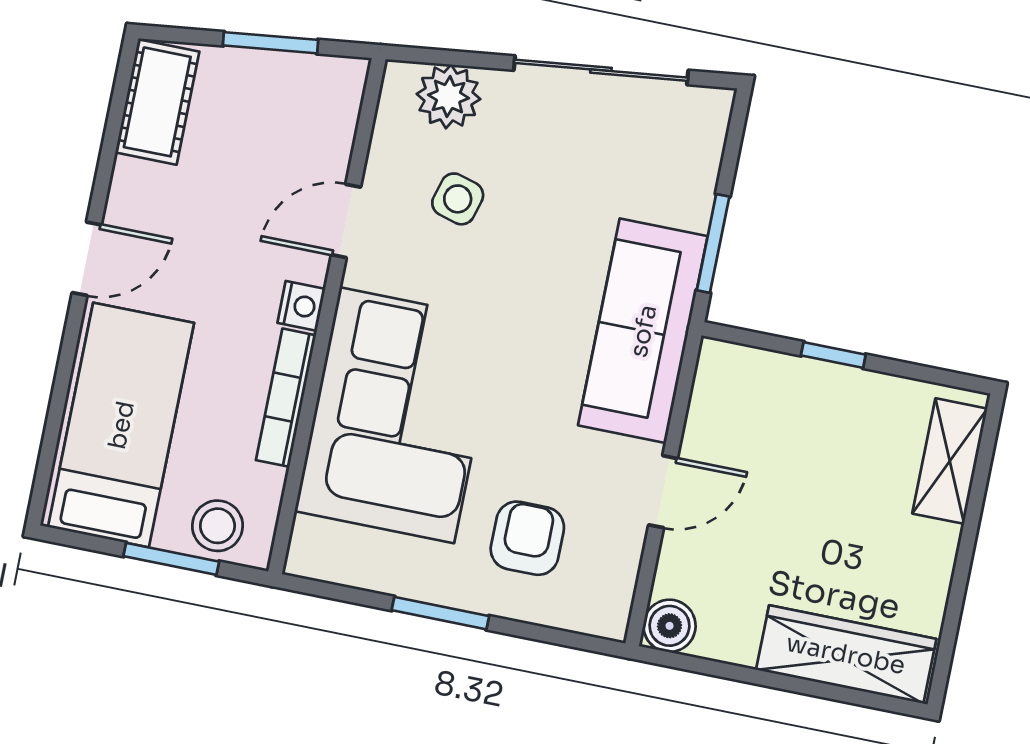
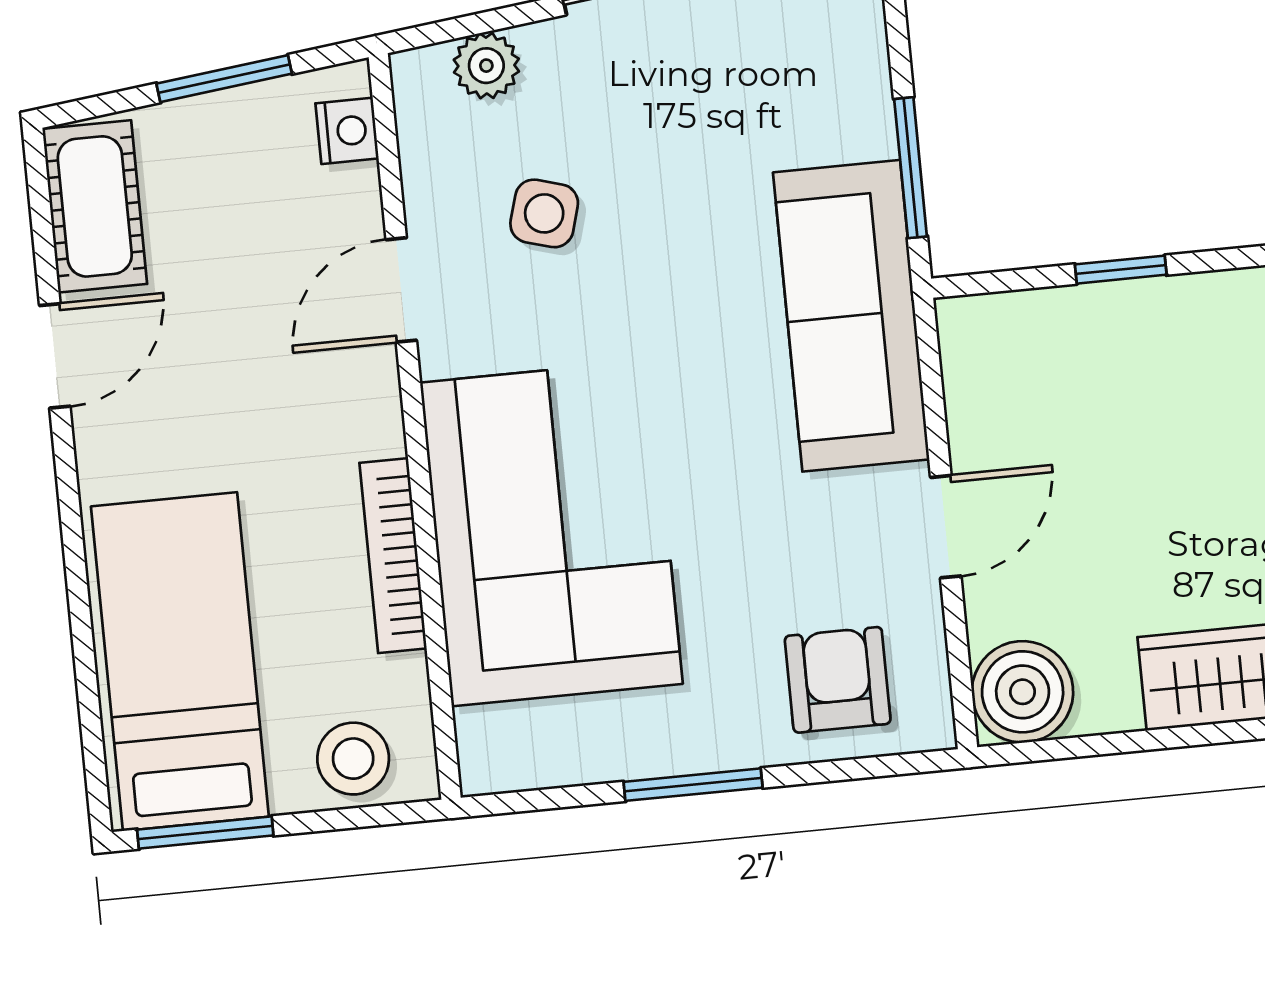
plant: (449, 96) -> (486, 66), width x0.73, depth x0.73
door: (87, 259) -> (55, 356), moved
nightstand: (301, 306) -> (347, 131), moved
armchair: (527, 538) -> (838, 680), moved
window: (171, 559) -> (205, 833), moved
boiler: (669, 626) -> (1023, 692), width x1.36, depth x1.36

